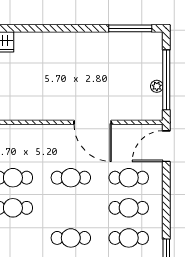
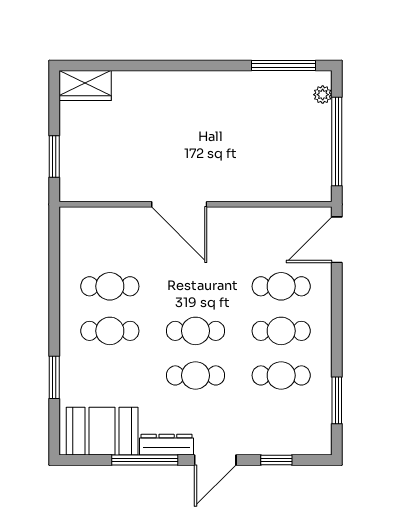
plant: (157, 86) -> (323, 95), moved
door: (93, 122) -> (179, 204), moved
cafe table: (71, 178) -> (195, 331), moved

